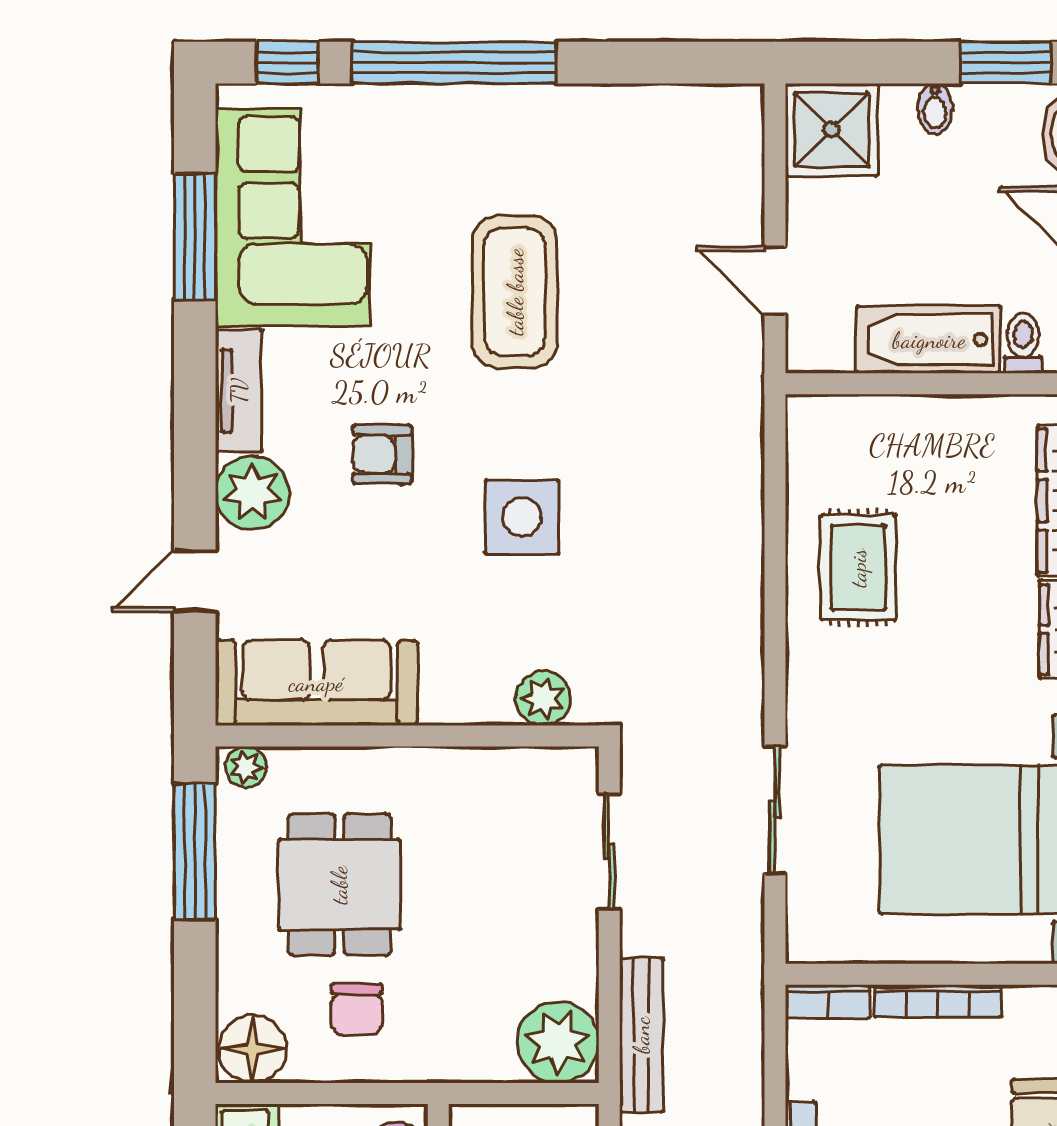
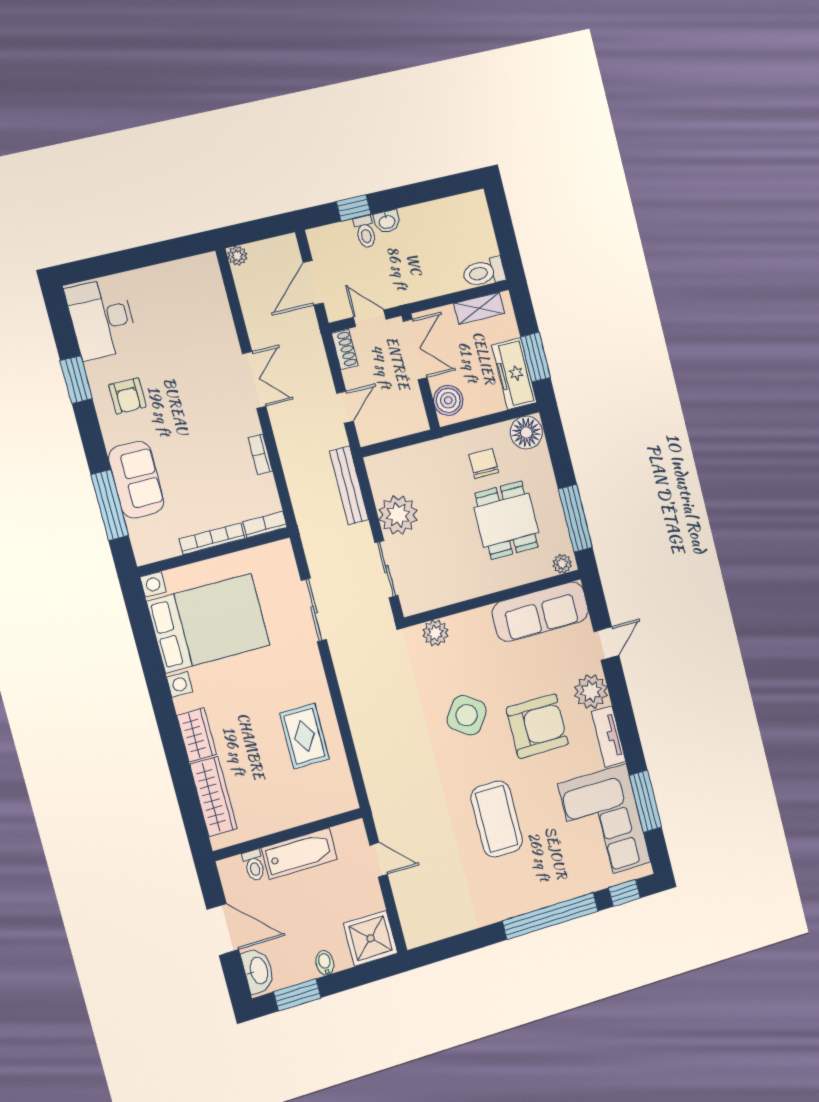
armchair: (382, 454) -> (537, 726), width x1.88, depth x1.88
side table: (522, 517) -> (467, 715), turned 35
plant: (558, 1042) -> (398, 515), moved

